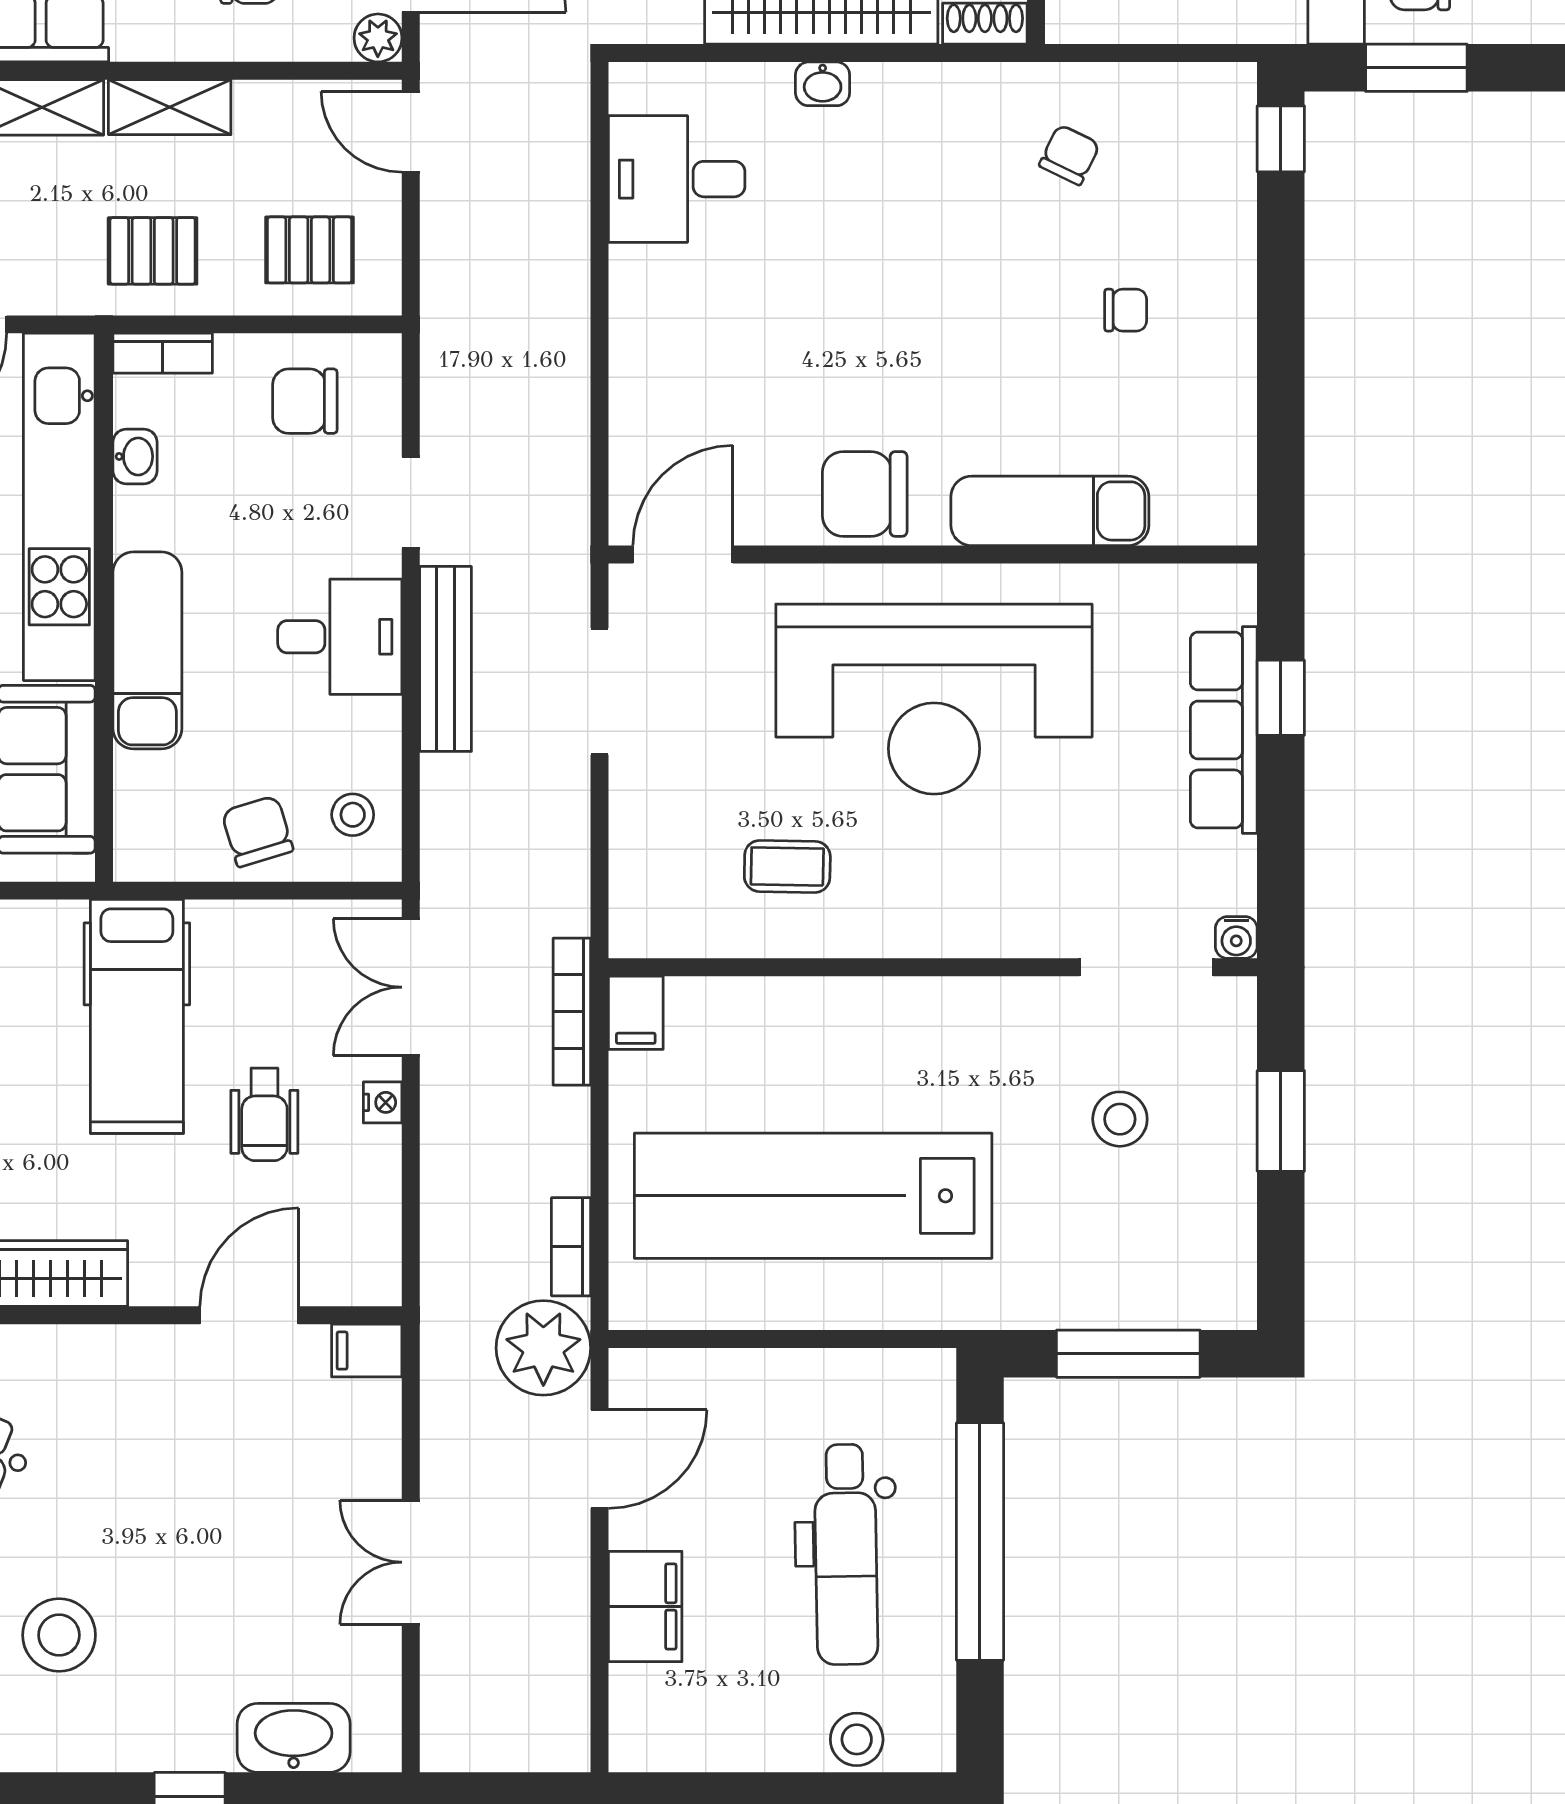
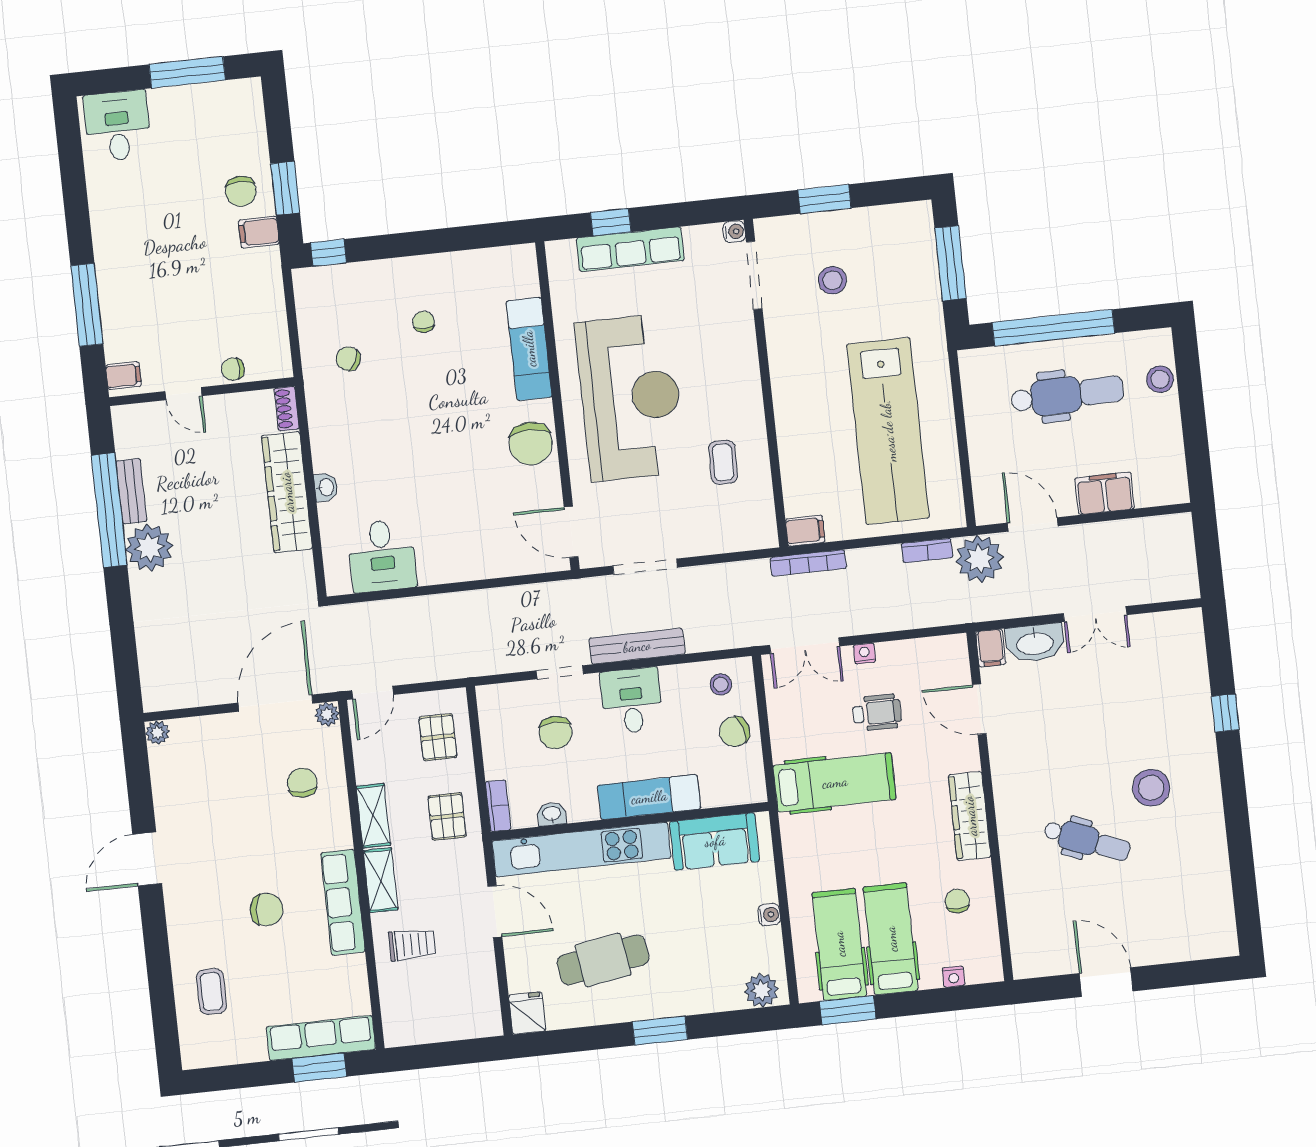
chair: (305, 401) -> (555, 733), moved
washbasin: (294, 1738) -> (1035, 643), moved, turned -90

